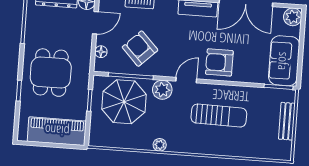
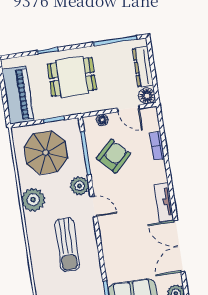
armchair: (219, 62) -> (117, 234), removed
parasol: (124, 102) -> (46, 153), moved
plant: (160, 145) -> (33, 200), width x1.88, depth x1.88

